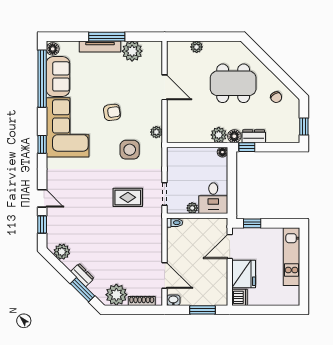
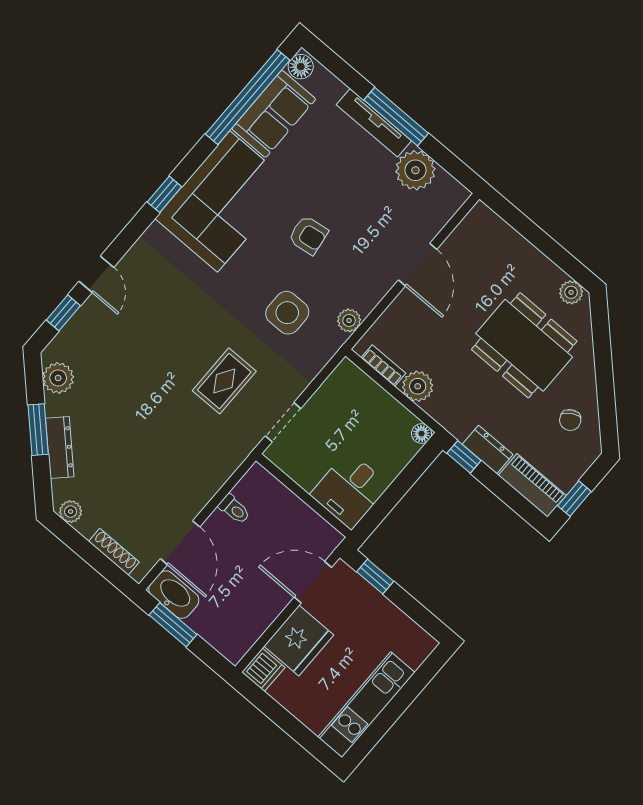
plant: (197, 47) -> (571, 292), moved
plant: (219, 135) -> (418, 386), moved
piano: (283, 135) -> (532, 485), added
floor lamp: (234, 136) -> (459, 425), removed
bookcase: (185, 138) -> (383, 366), added
rug: (128, 197) -> (224, 381), turned 90
plant: (192, 208) -> (306, 478), removed
toilet: (175, 223) -> (234, 509), moved
kitchen unit: (292, 257) -> (366, 705), moved
dresser: (82, 275) -> (60, 448), width x1.44
window: (82, 290) -> (38, 430), moved
plant: (116, 295) -> (71, 512), width x0.53, depth x0.53
washbasin: (173, 300) -> (174, 595), width x1.91, depth x1.45
window: (203, 310) -> (173, 625), moved

